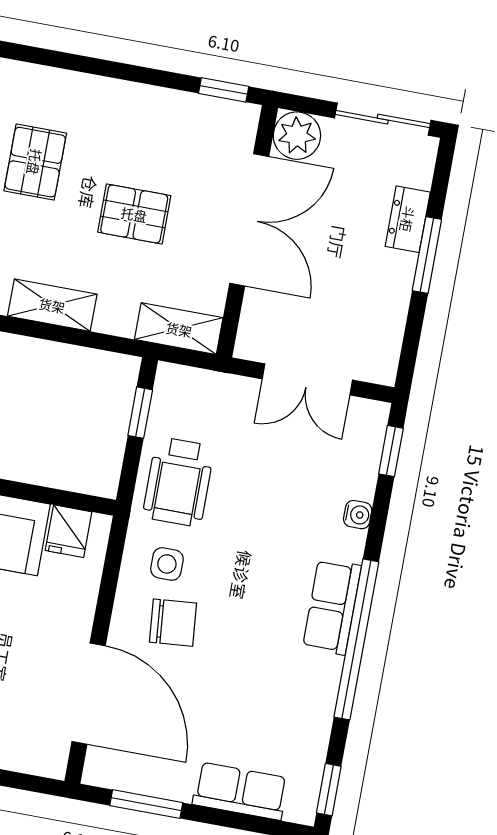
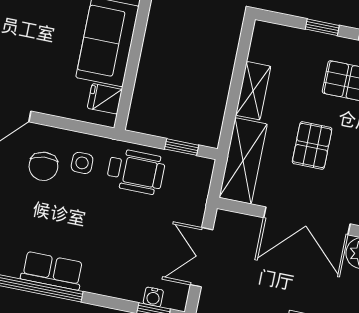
shelving: (179, 329) -> (243, 161), width x1.50, depth x1.33
wheelchair: (178, 482) -> (136, 171), turned 180
water cooler: (358, 515) -> (153, 297), moved

